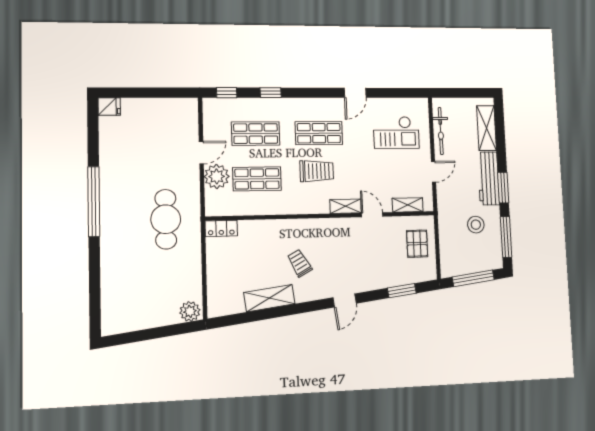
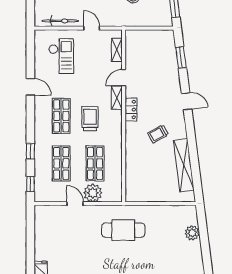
locker: (221, 228) -> (131, 110), moved
pallet: (417, 244) -> (146, 44), removed
shelving: (269, 298) -> (184, 165), width x1.47
plant: (190, 311) -> (192, 233), moved

